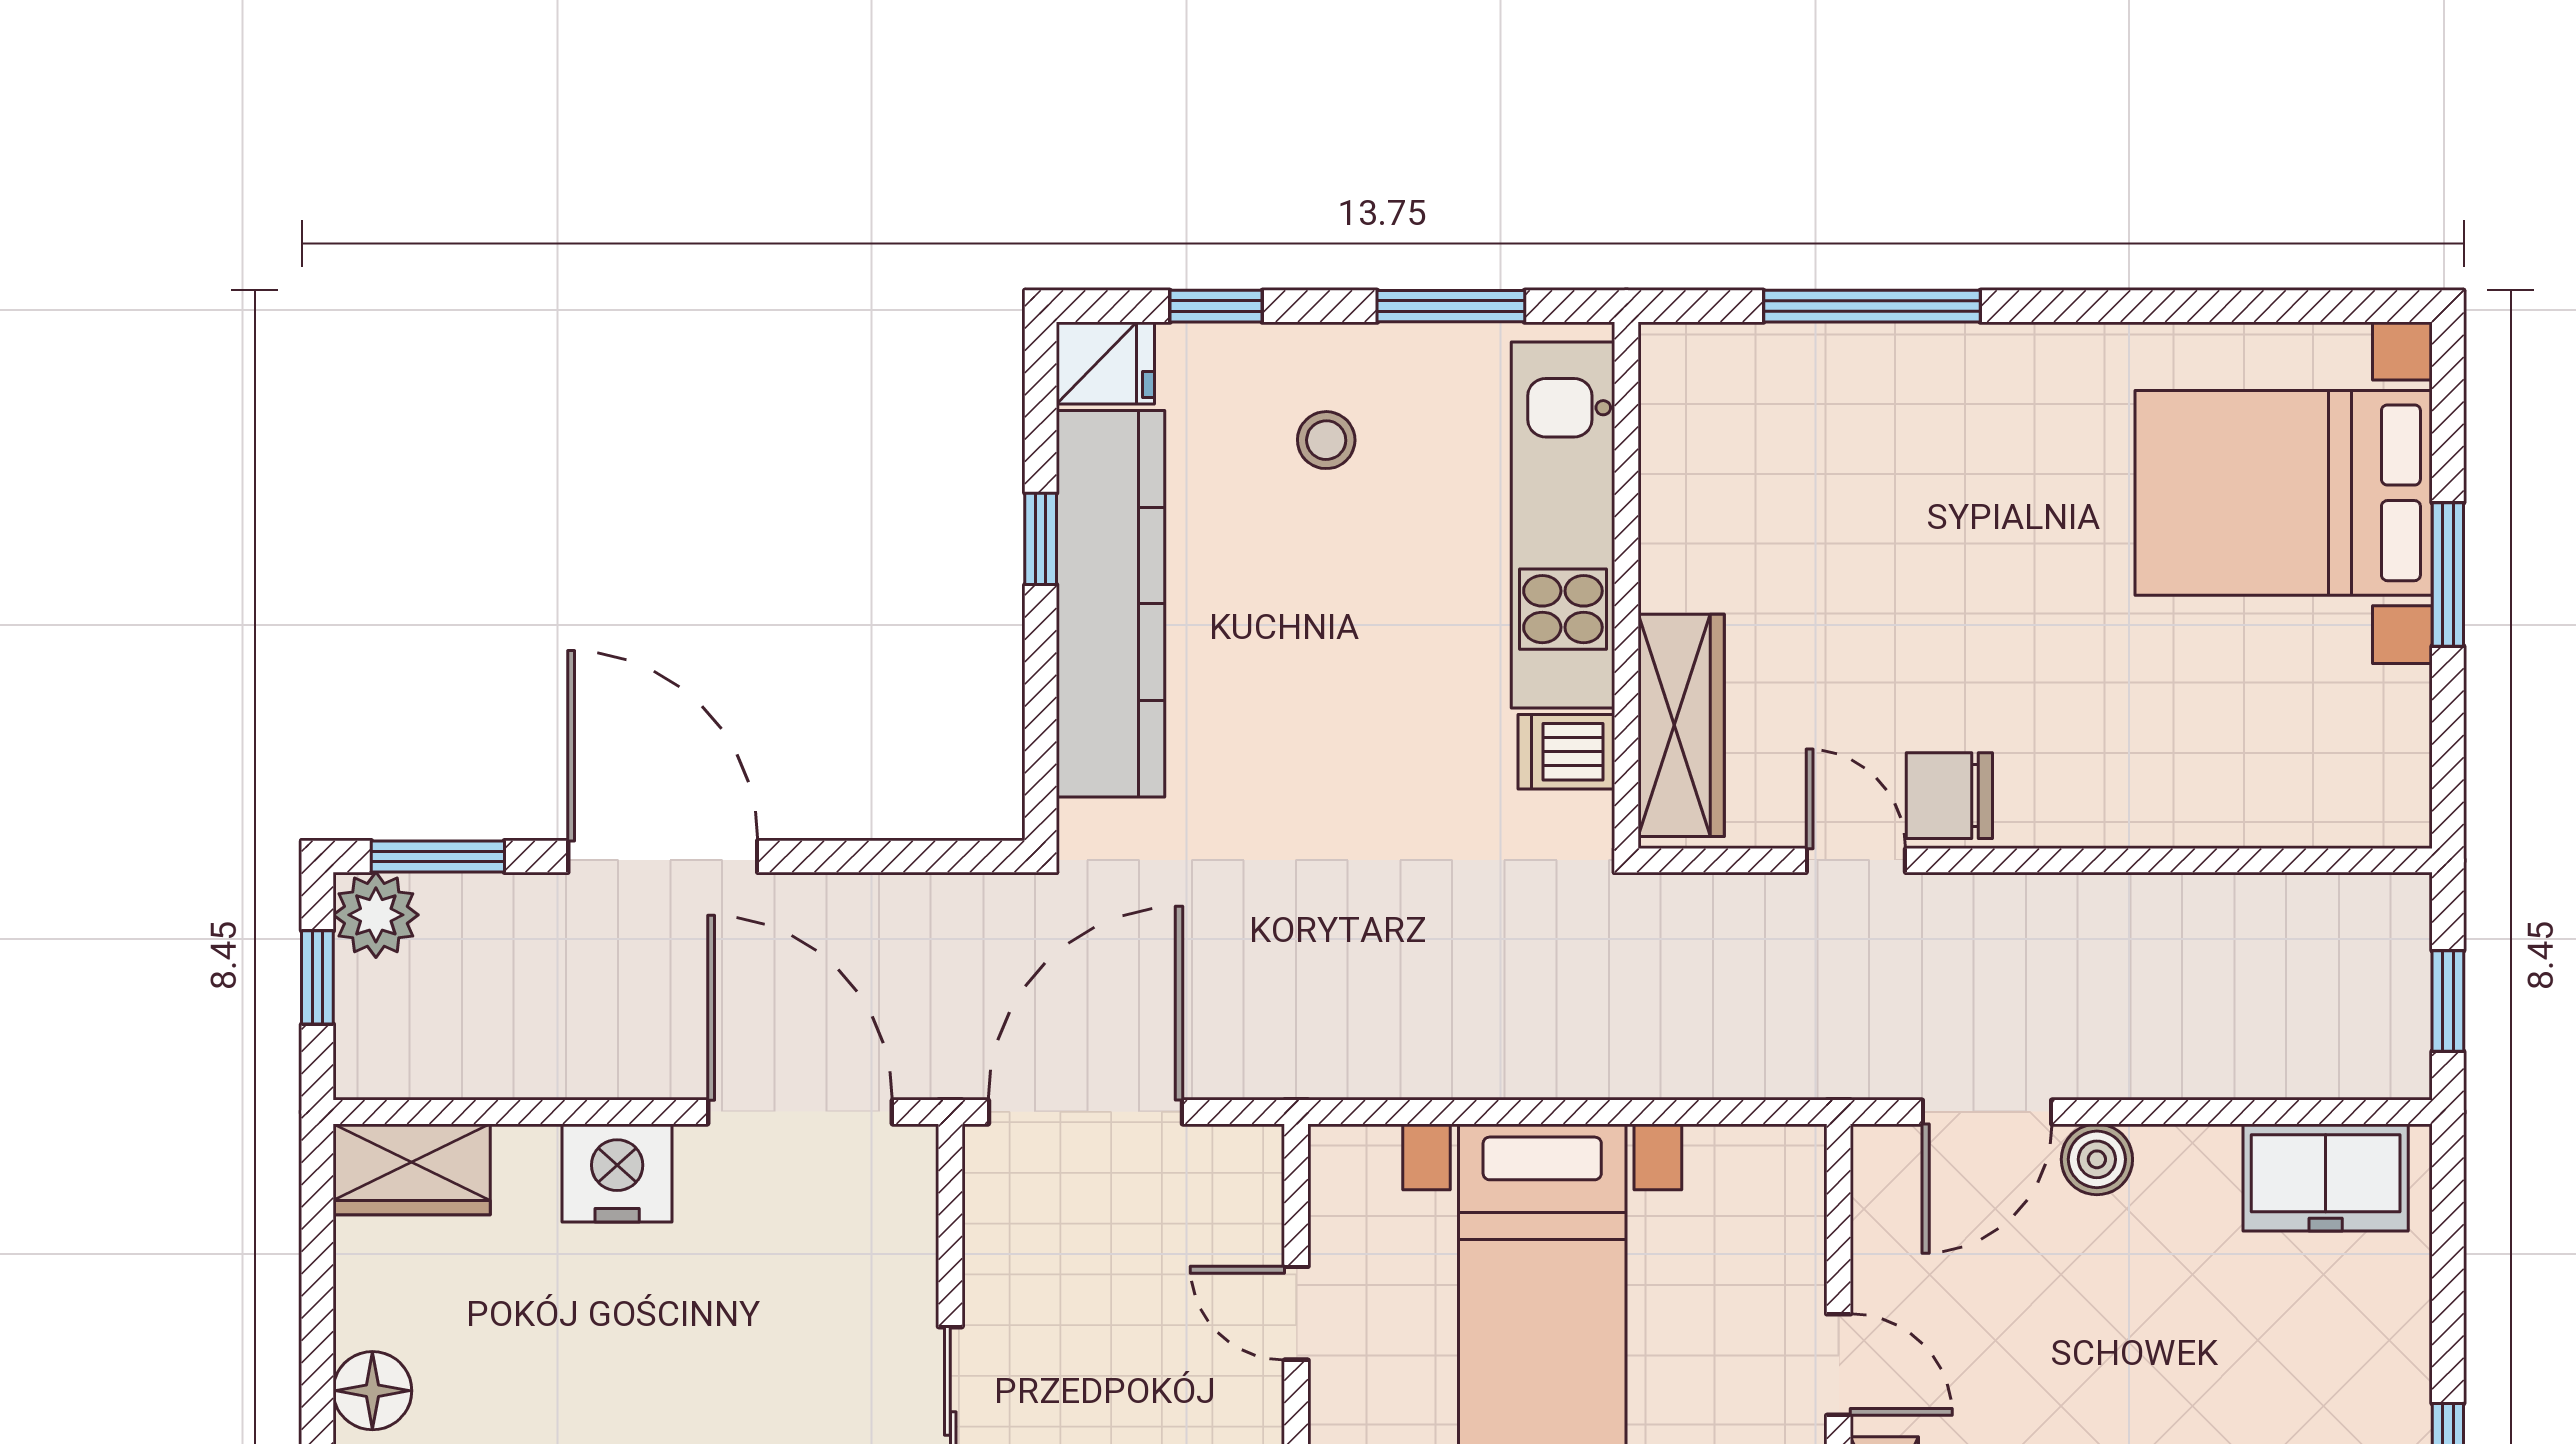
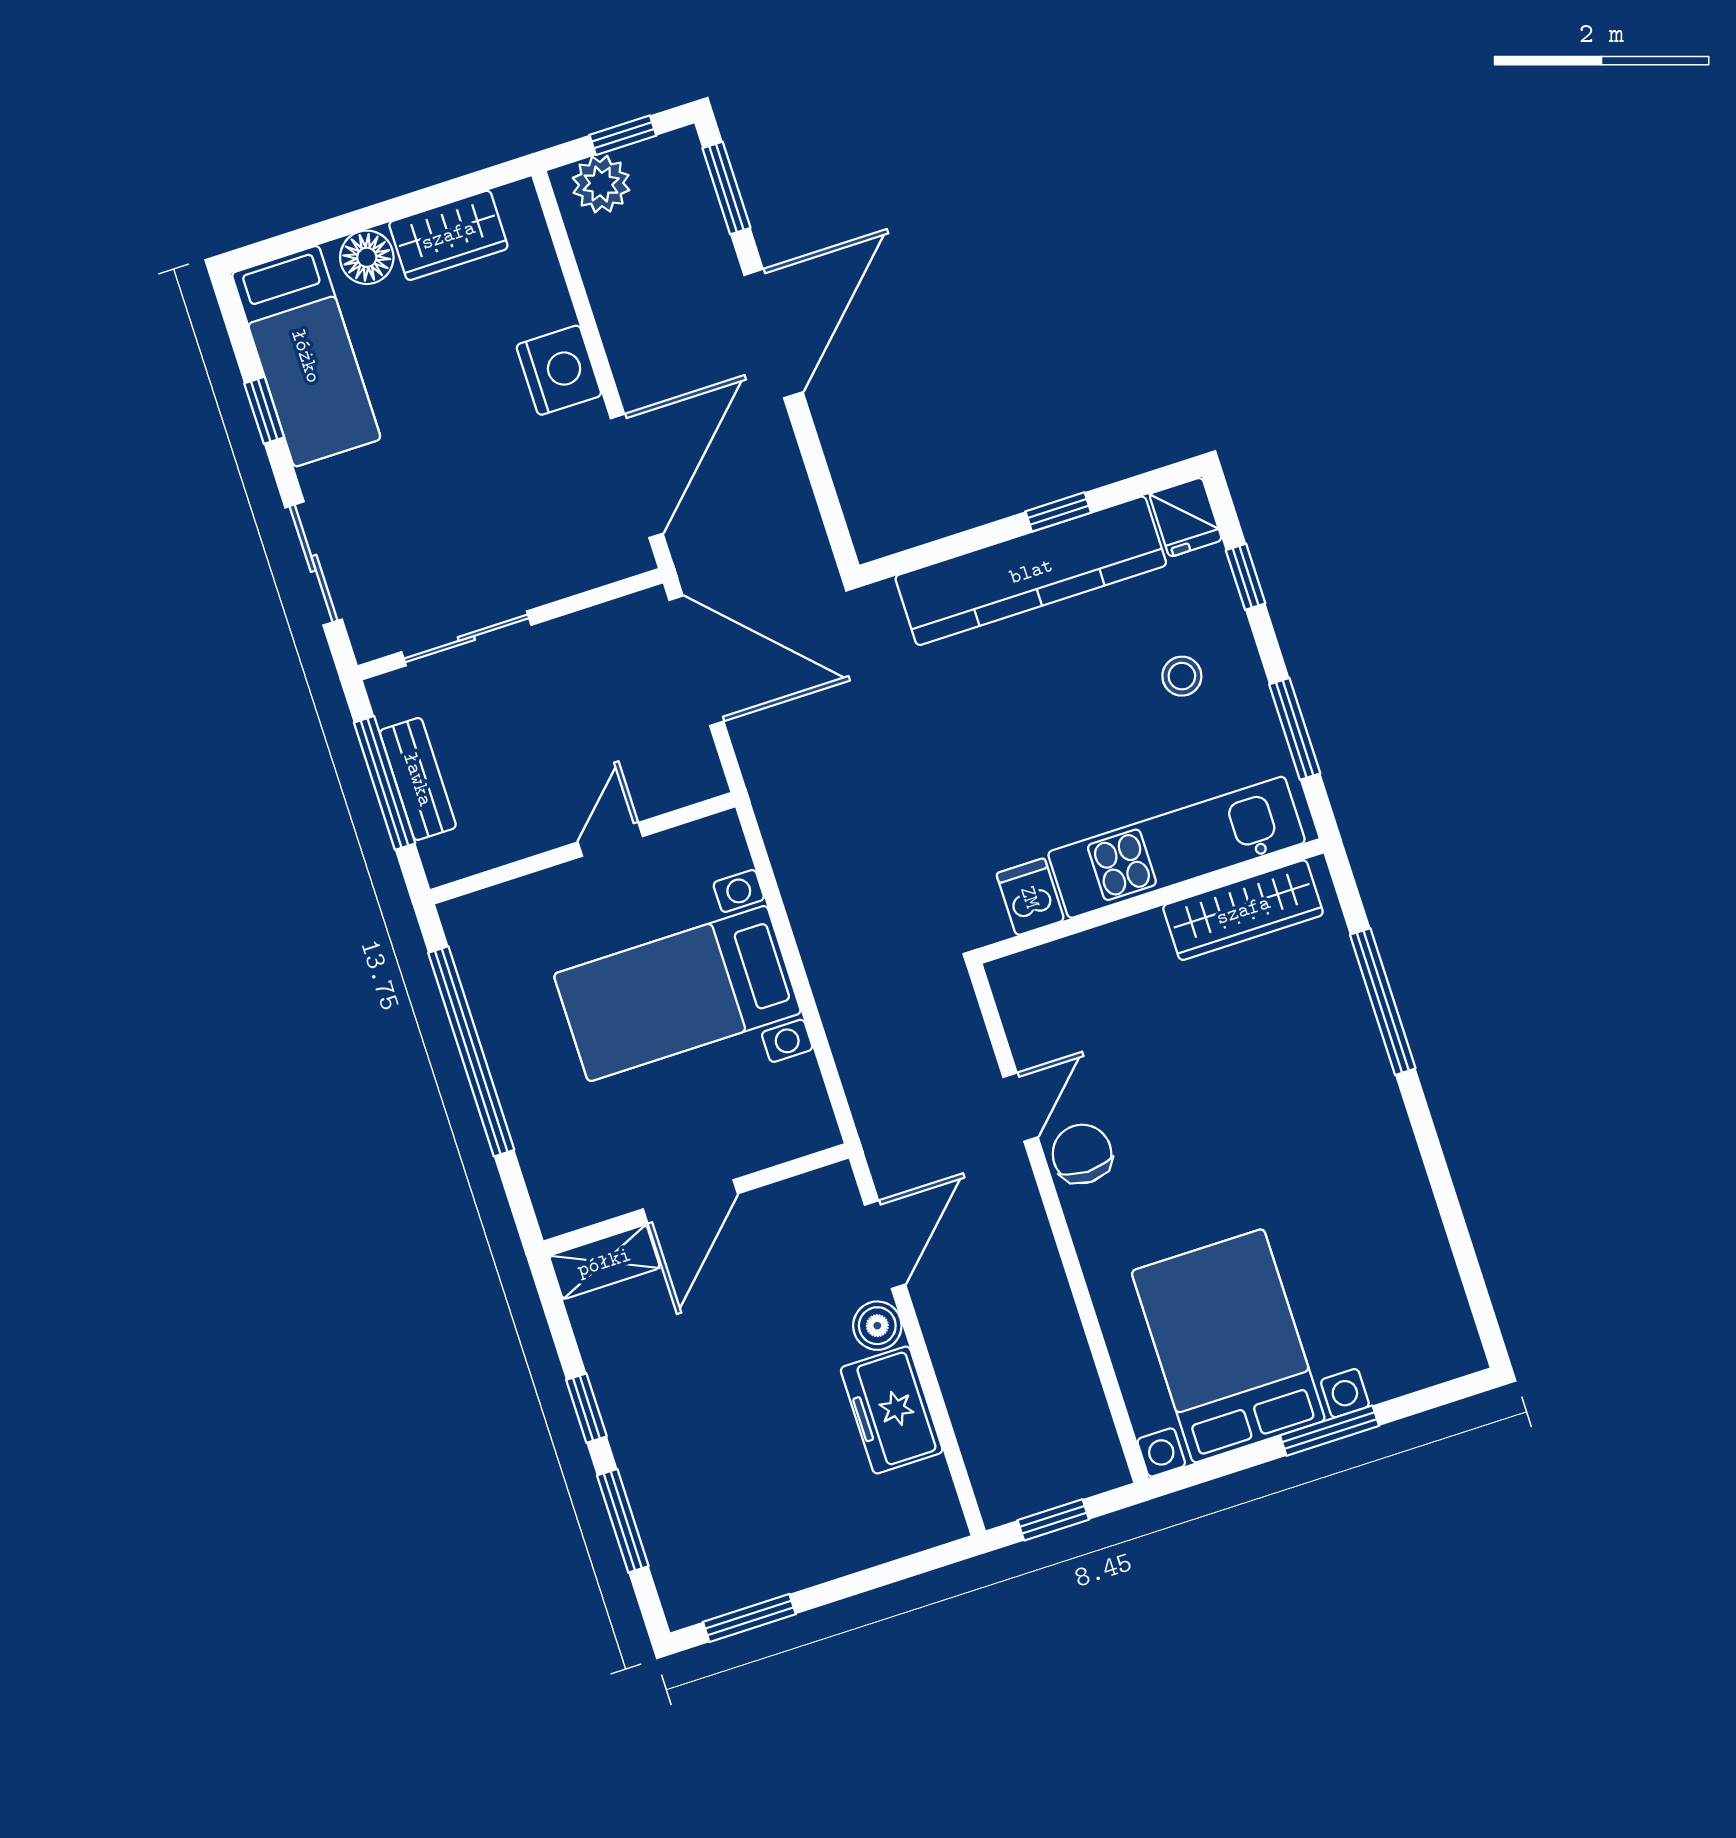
bed with nightstands: (2284, 493) -> (1228, 1346), moved
wardrobe: (1681, 725) -> (1243, 910), moved
plant: (376, 915) -> (601, 184), moved
door: (1987, 1112) -> (885, 1245), swing flipped
wardrobe: (412, 1169) -> (448, 235), moved, turned -90
freezer: (2326, 1177) -> (892, 1410), moved
door: (1839, 1365) -> (690, 1201), width x1.38

